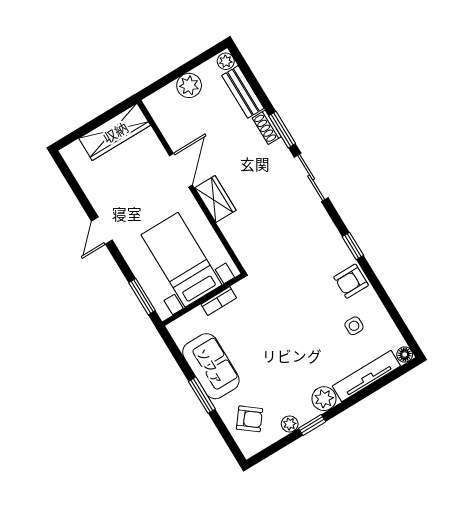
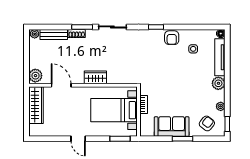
plant: (189, 85) -> (35, 76), moved
door: (181, 170) -> (61, 85), moved
window: (312, 425) -> (227, 124), moved

